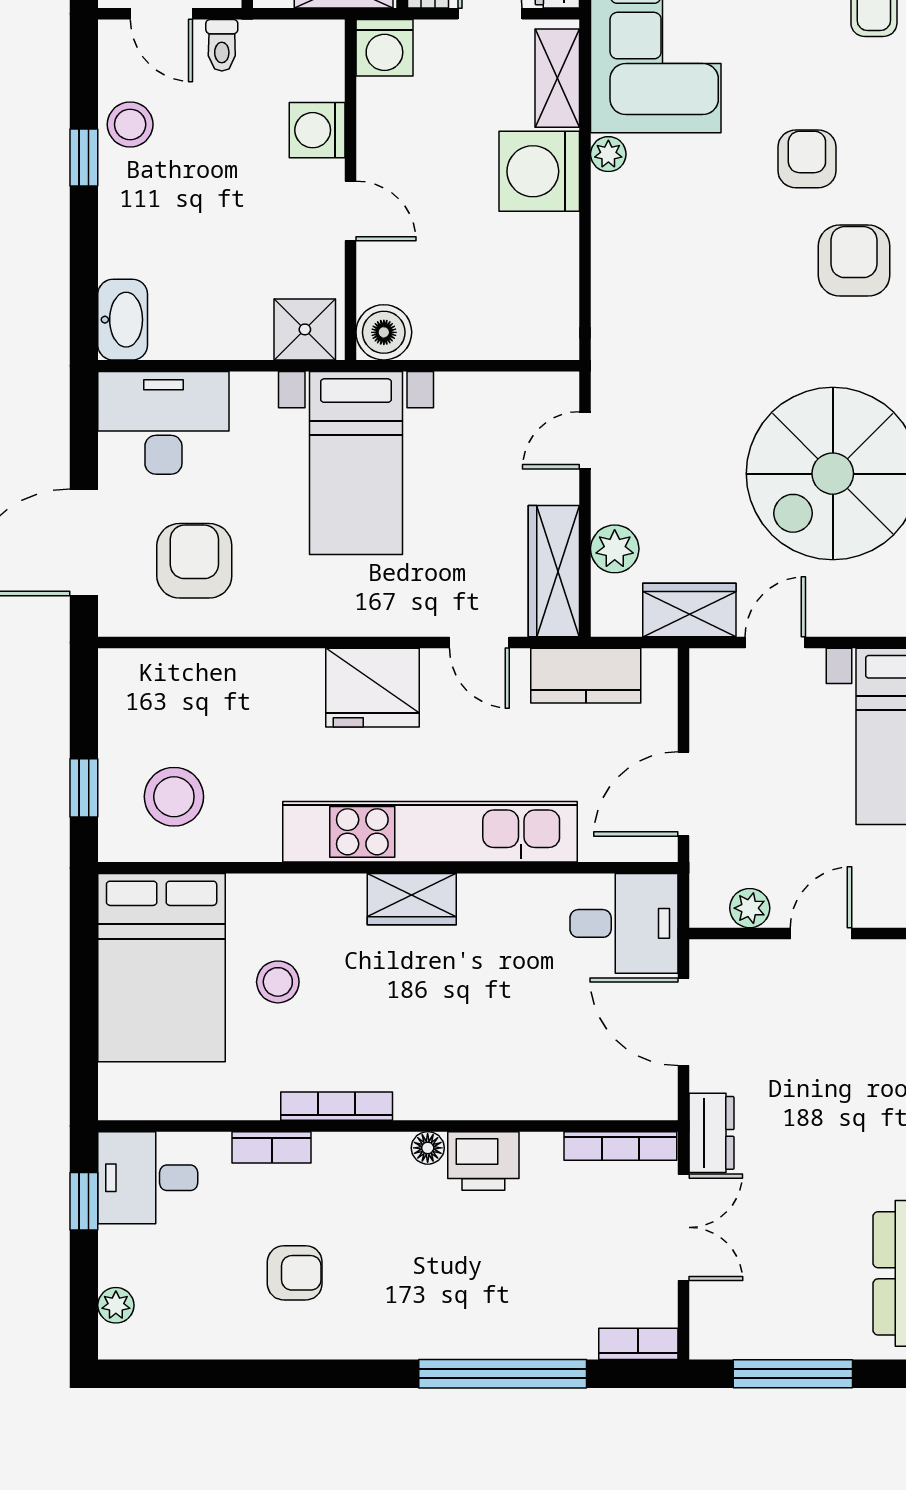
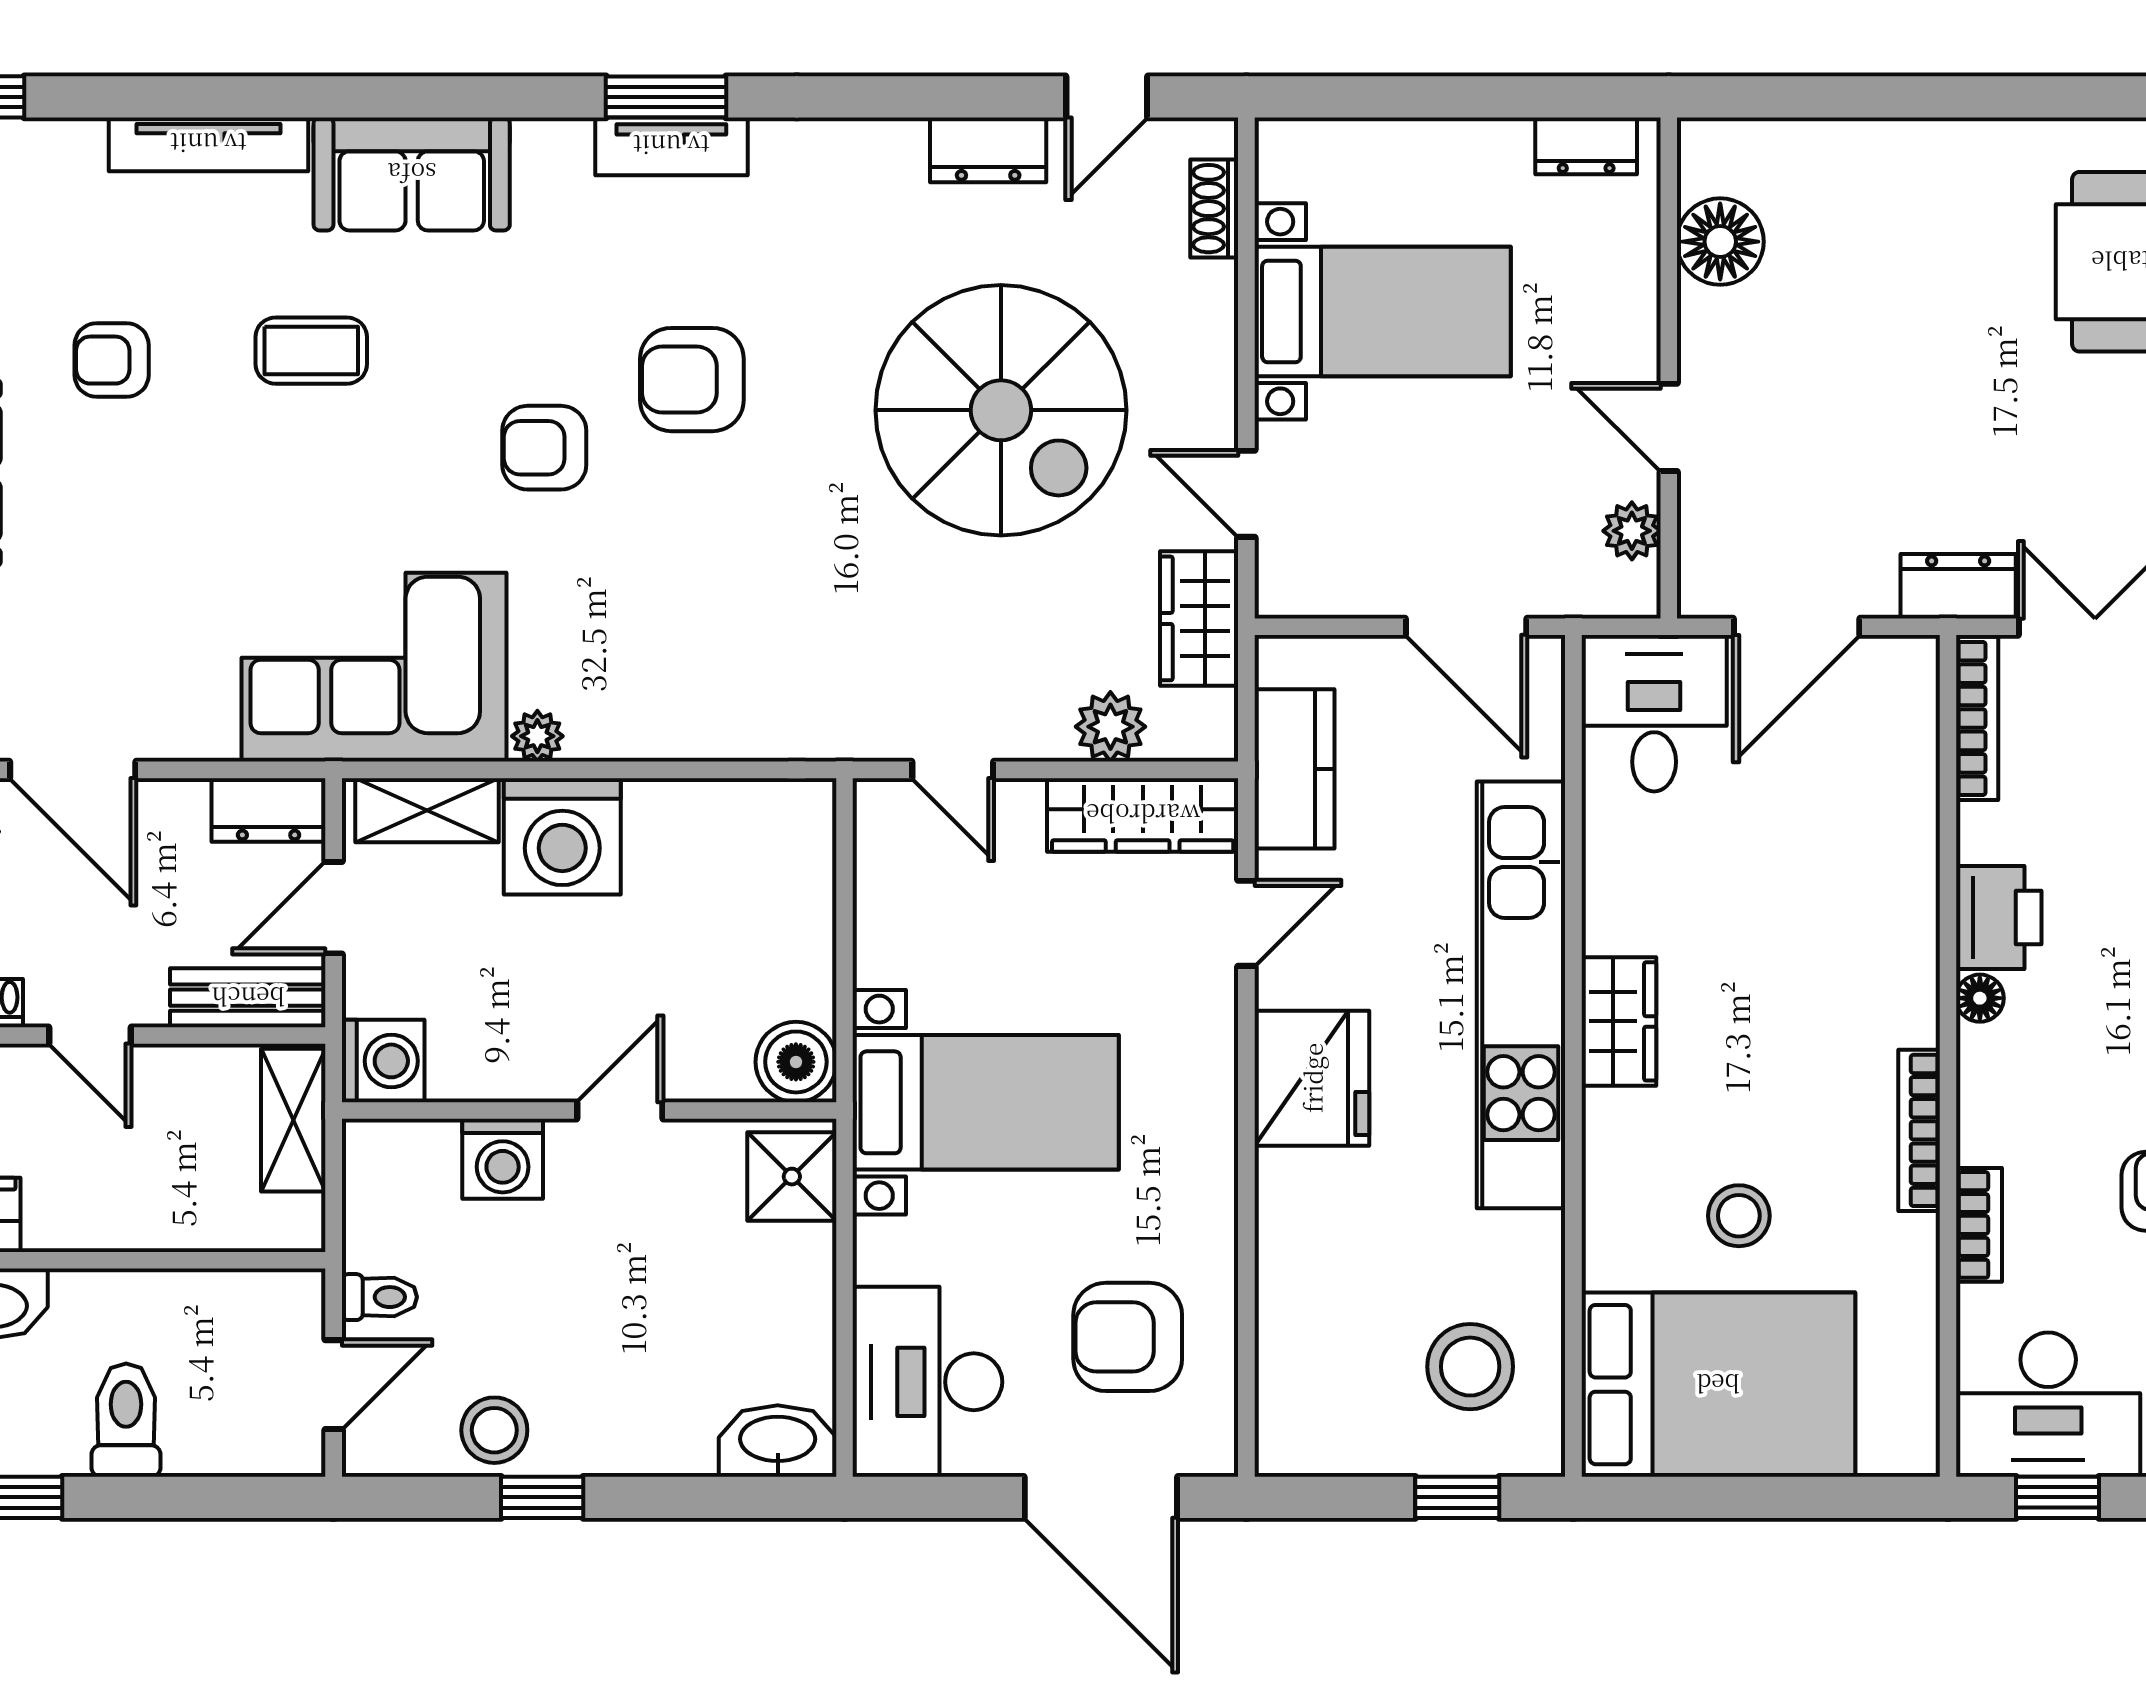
desk: (148, 1178) -> (2048, 1405), width x1.37

